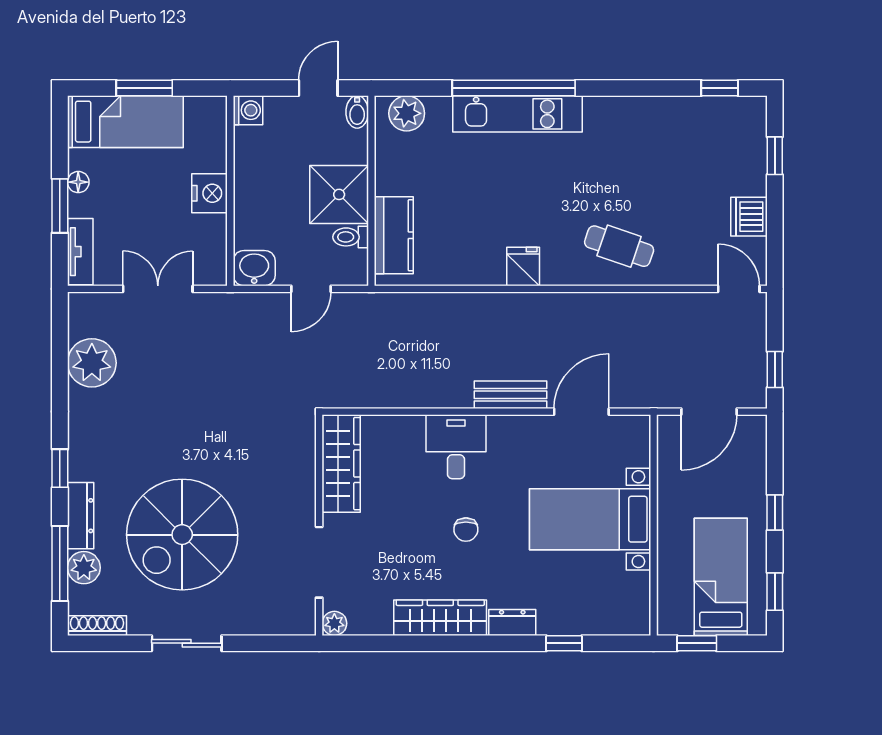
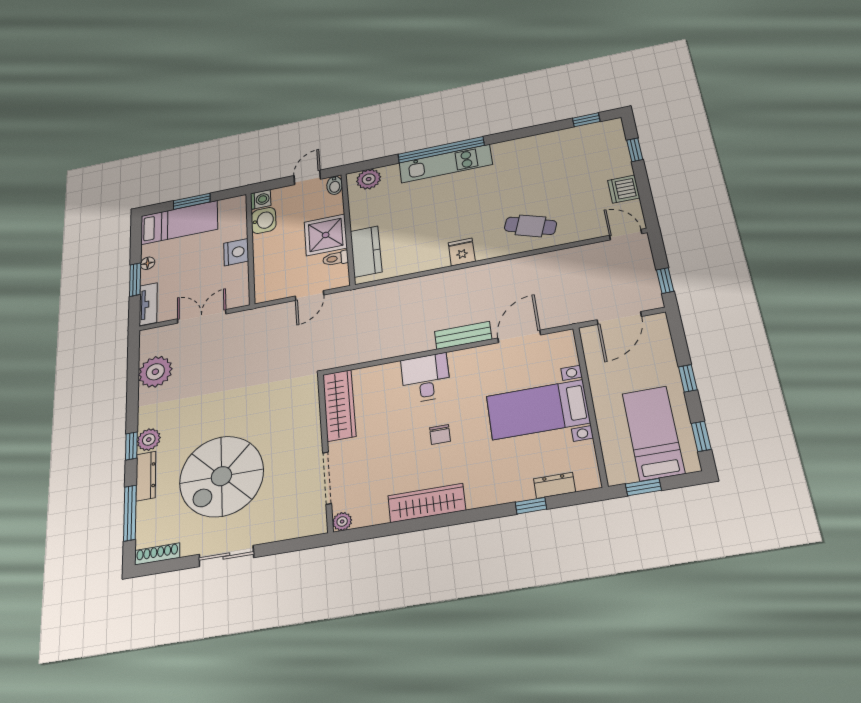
washbasin: (254, 268) -> (264, 220), moved, turned 90
plant: (84, 568) -> (149, 440), moved
dresser: (512, 622) -> (555, 485), moved

